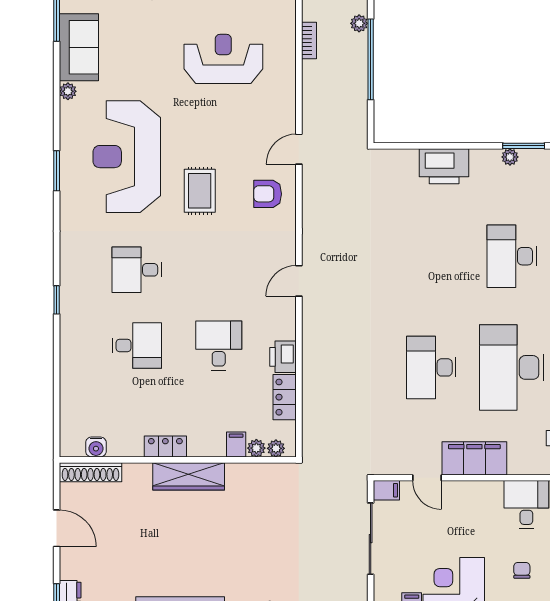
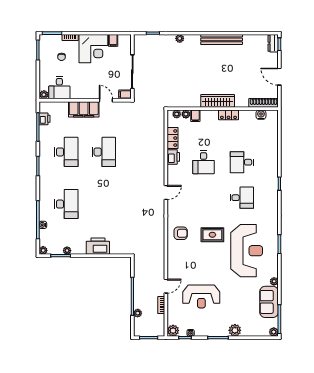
door: (299, 149) -> (166, 286), moved
rug: (200, 191) -> (212, 235), turned 90
desk: (512, 367) -> (66, 152), width x0.73, depth x0.77

